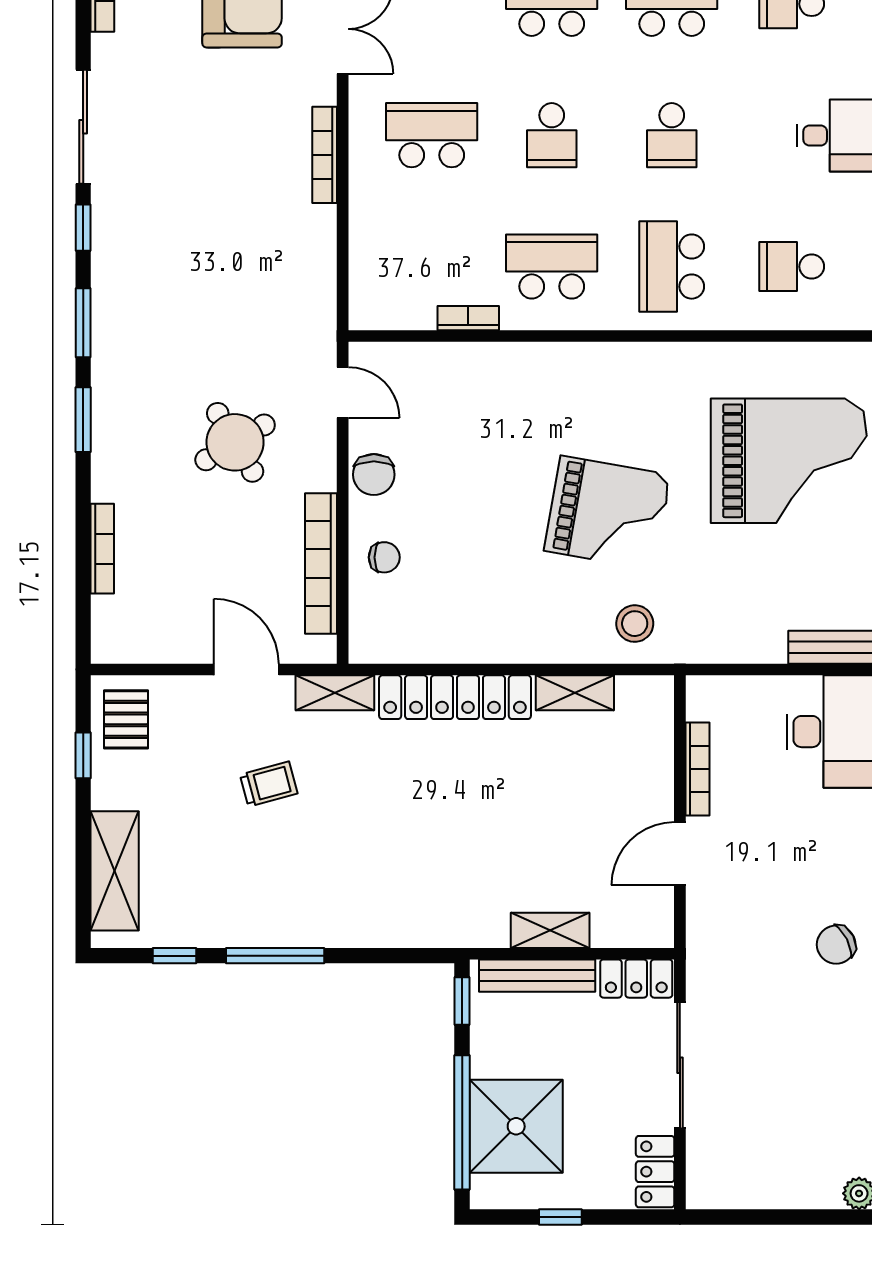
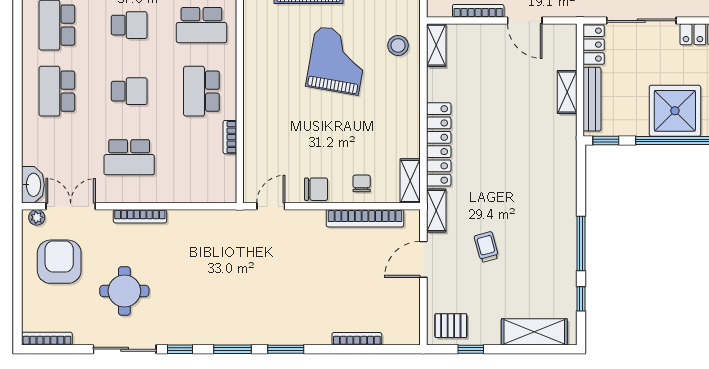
school desk: (432, 135) -> (129, 157), turned -90
round table: (235, 442) -> (124, 291), moved, turned 31
shelving: (389, 646) -> (410, 181), added
shelving: (575, 693) -> (436, 45), moved

